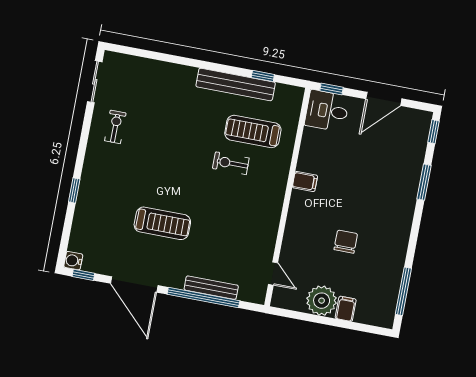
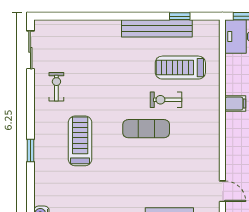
exercise mat: (204, 190) -> (146, 129), added
treadmill: (162, 223) -> (80, 141), moved, turned -90

